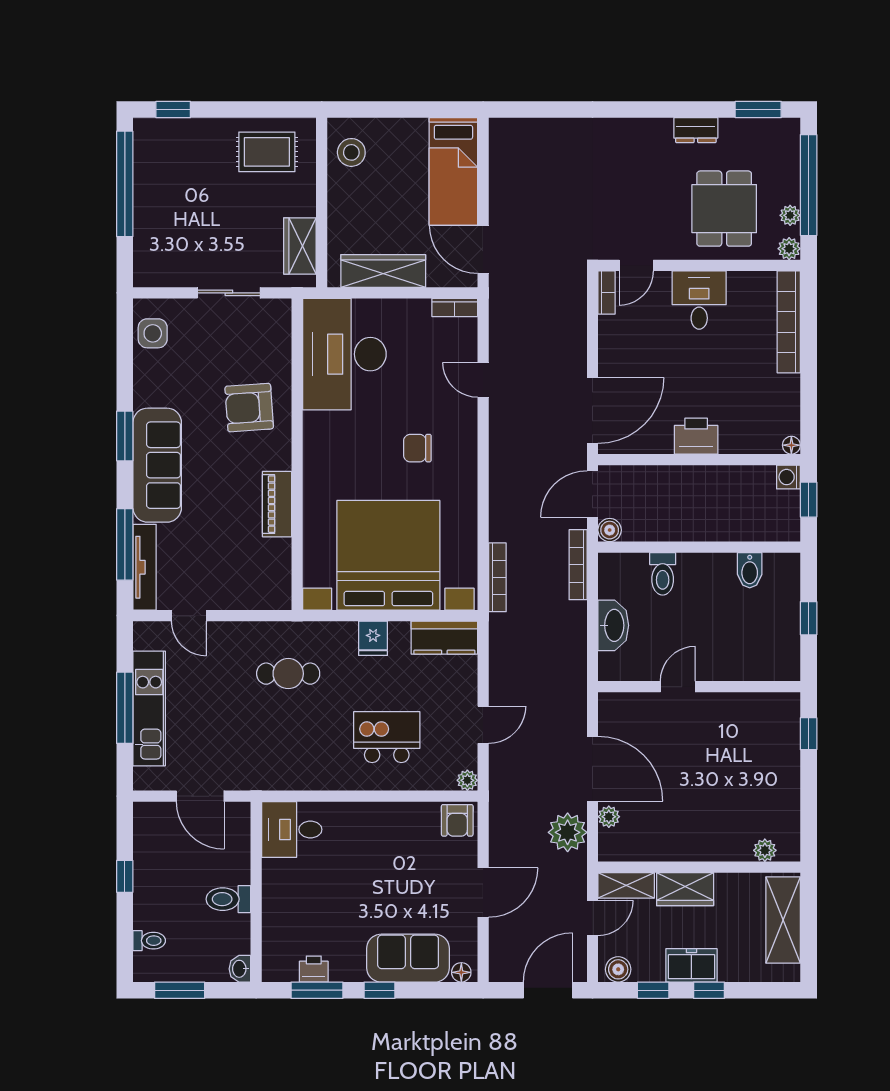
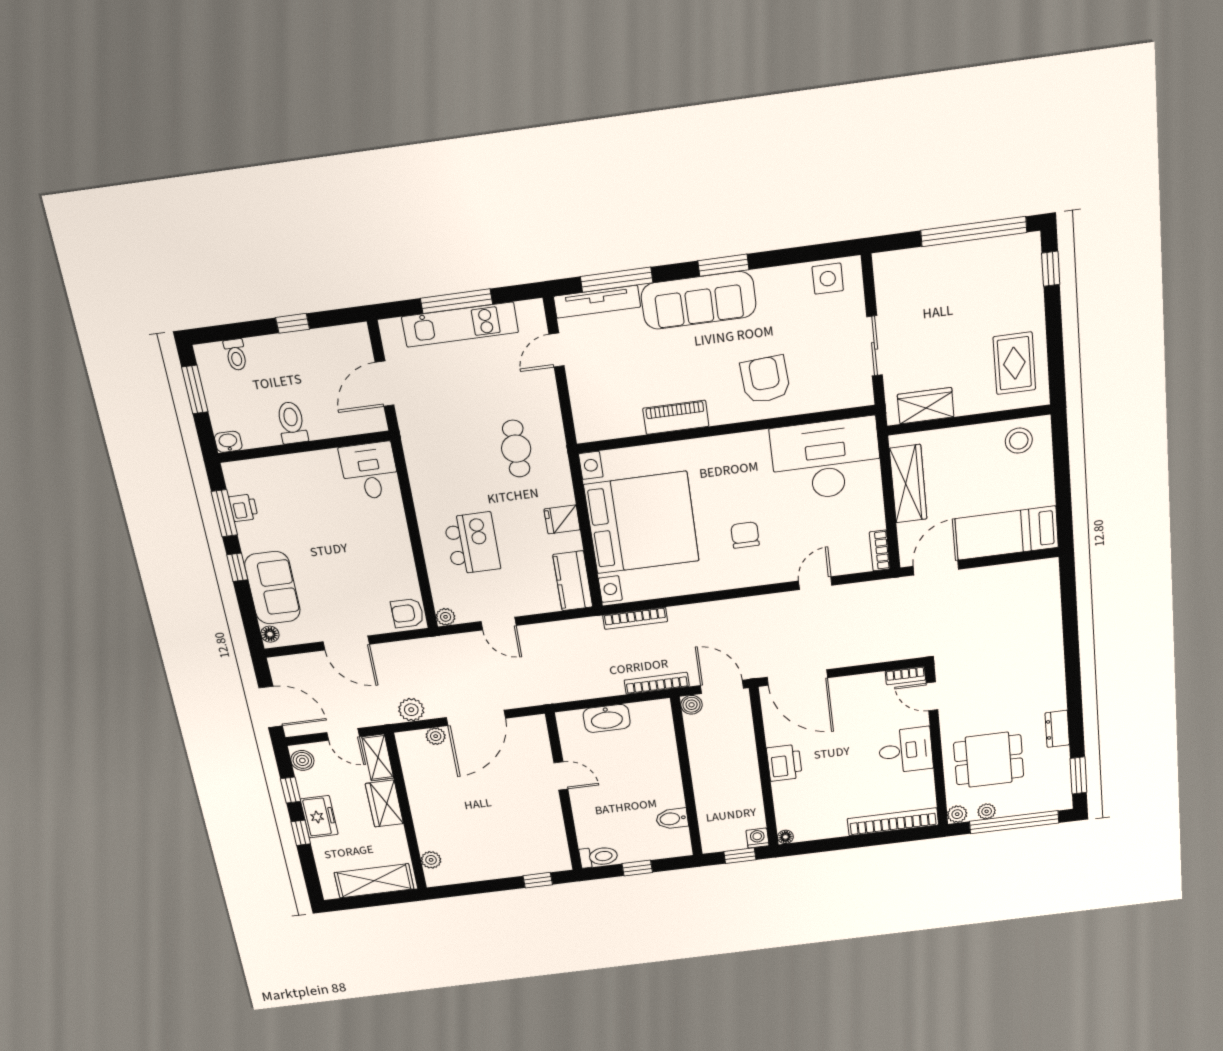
toilet: (663, 574) -> (599, 857), moved, turned 180
plant: (568, 832) -> (411, 710), width x0.73, depth x0.73

